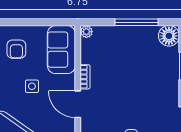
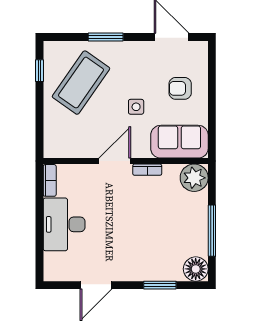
plant: (86, 32) -> (194, 178), width x1.87, depth x1.87

